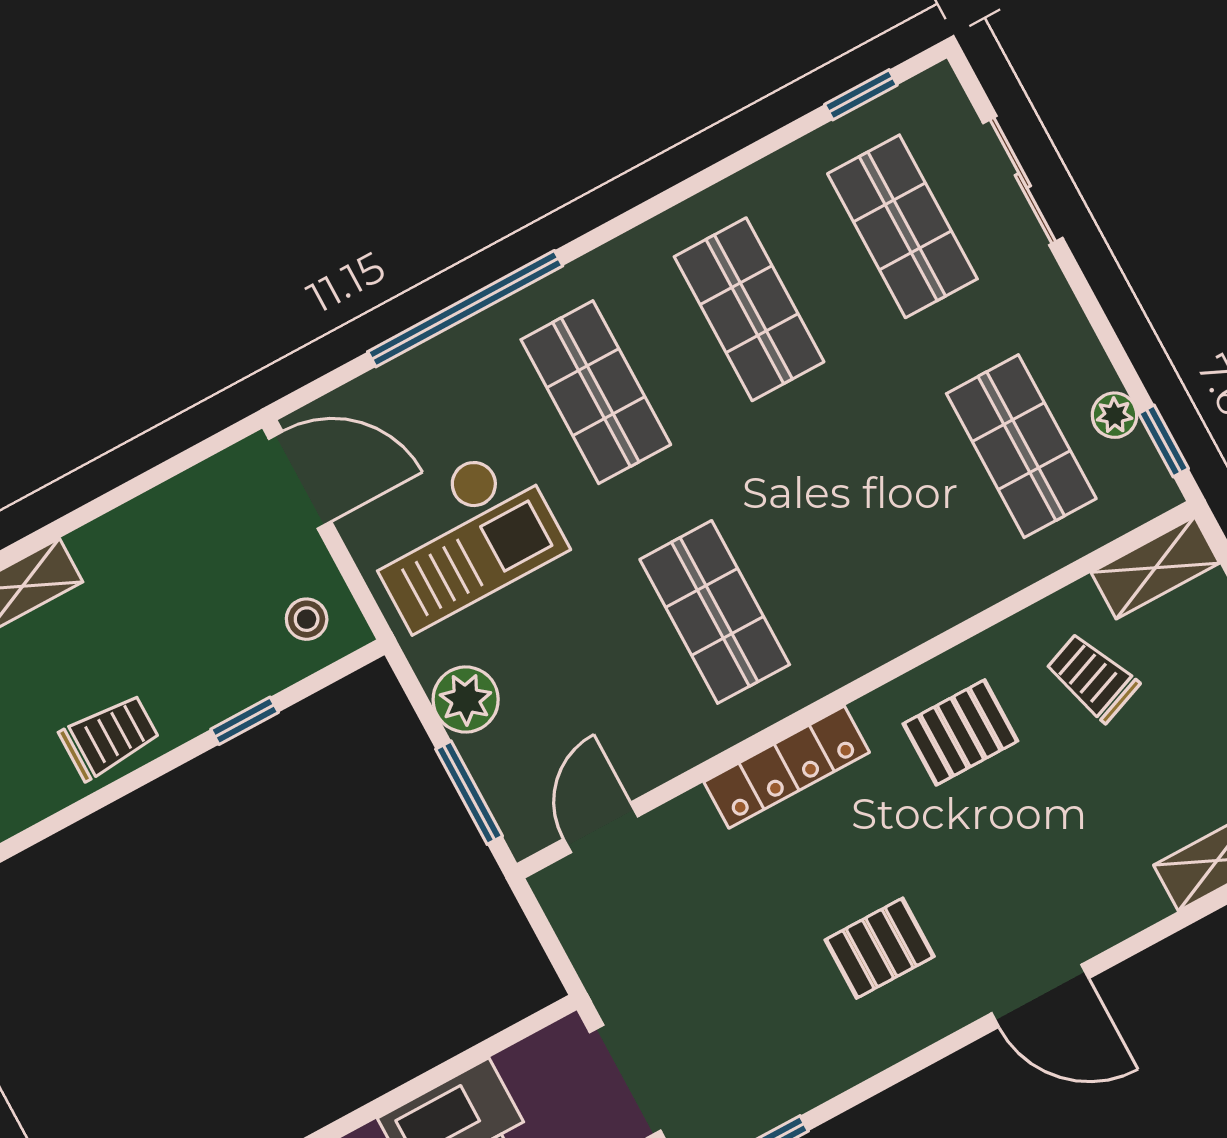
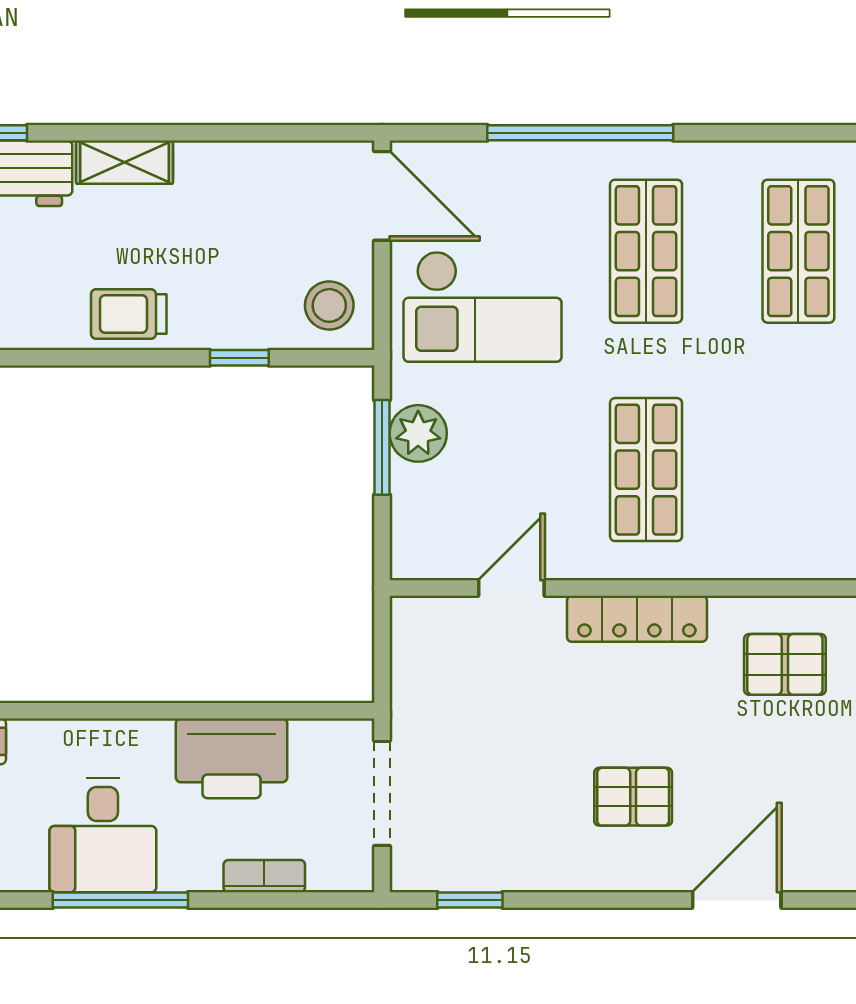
stool: (307, 619) -> (329, 305), width x1.37, depth x1.37
trolley: (109, 737) -> (129, 314), turned 180
window: (469, 793) -> (382, 447), moved
door: (601, 828) -> (511, 588), moved
door: (1040, 996) -> (737, 900), swing flipped

